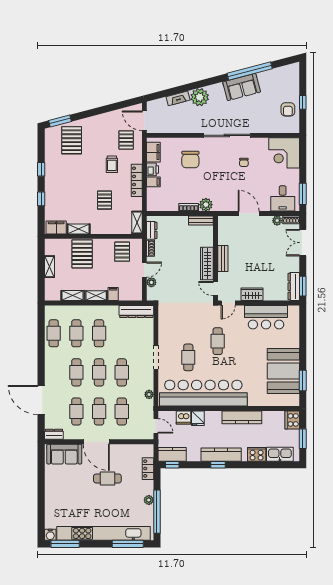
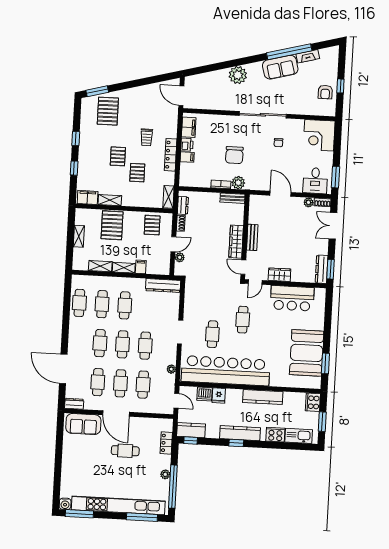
fireplace: (178, 98) -> (308, 56), moved
pallet: (126, 140) -> (118, 156), moved
chair: (190, 159) -> (234, 155), moved

